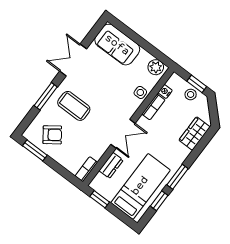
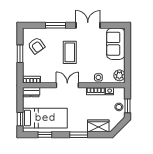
coffee table: (74, 106) -> (70, 52), moved
double door: (123, 134) -> (67, 85), swing flipped
window: (35, 150) -> (20, 54), moved
dresser: (111, 165) -> (31, 92), moved
window: (177, 177) -> (79, 135), moved
window: (100, 199) -> (20, 119), moved

